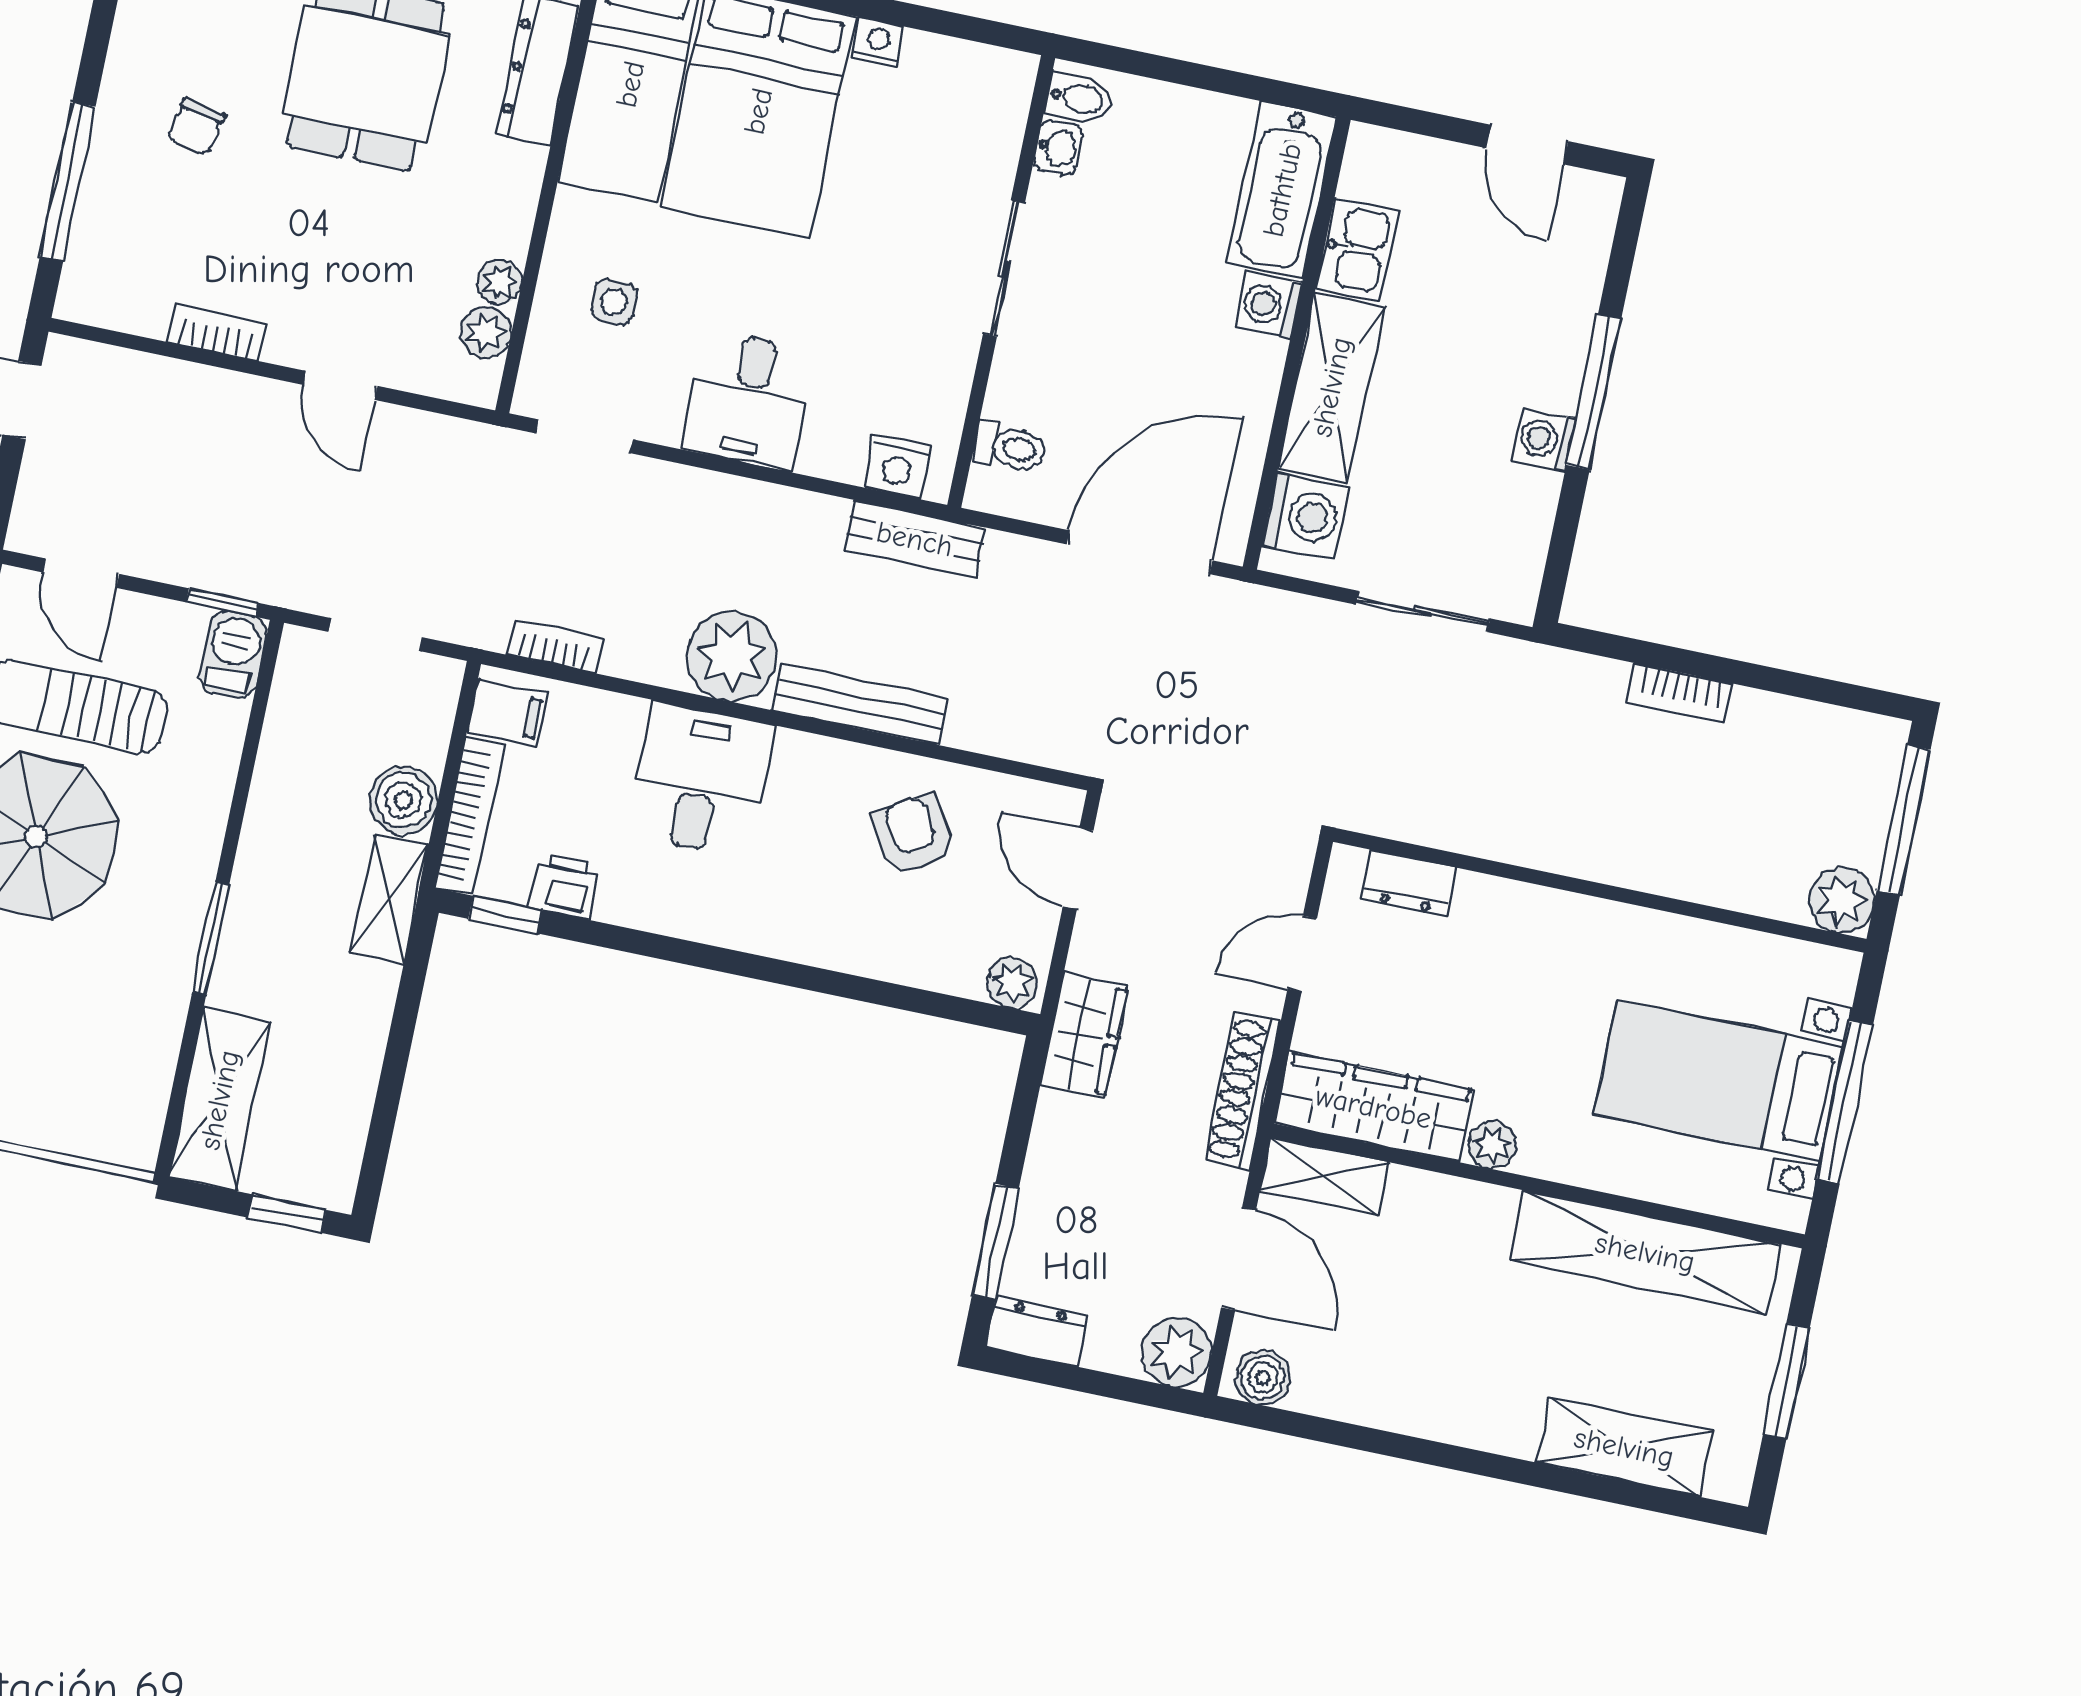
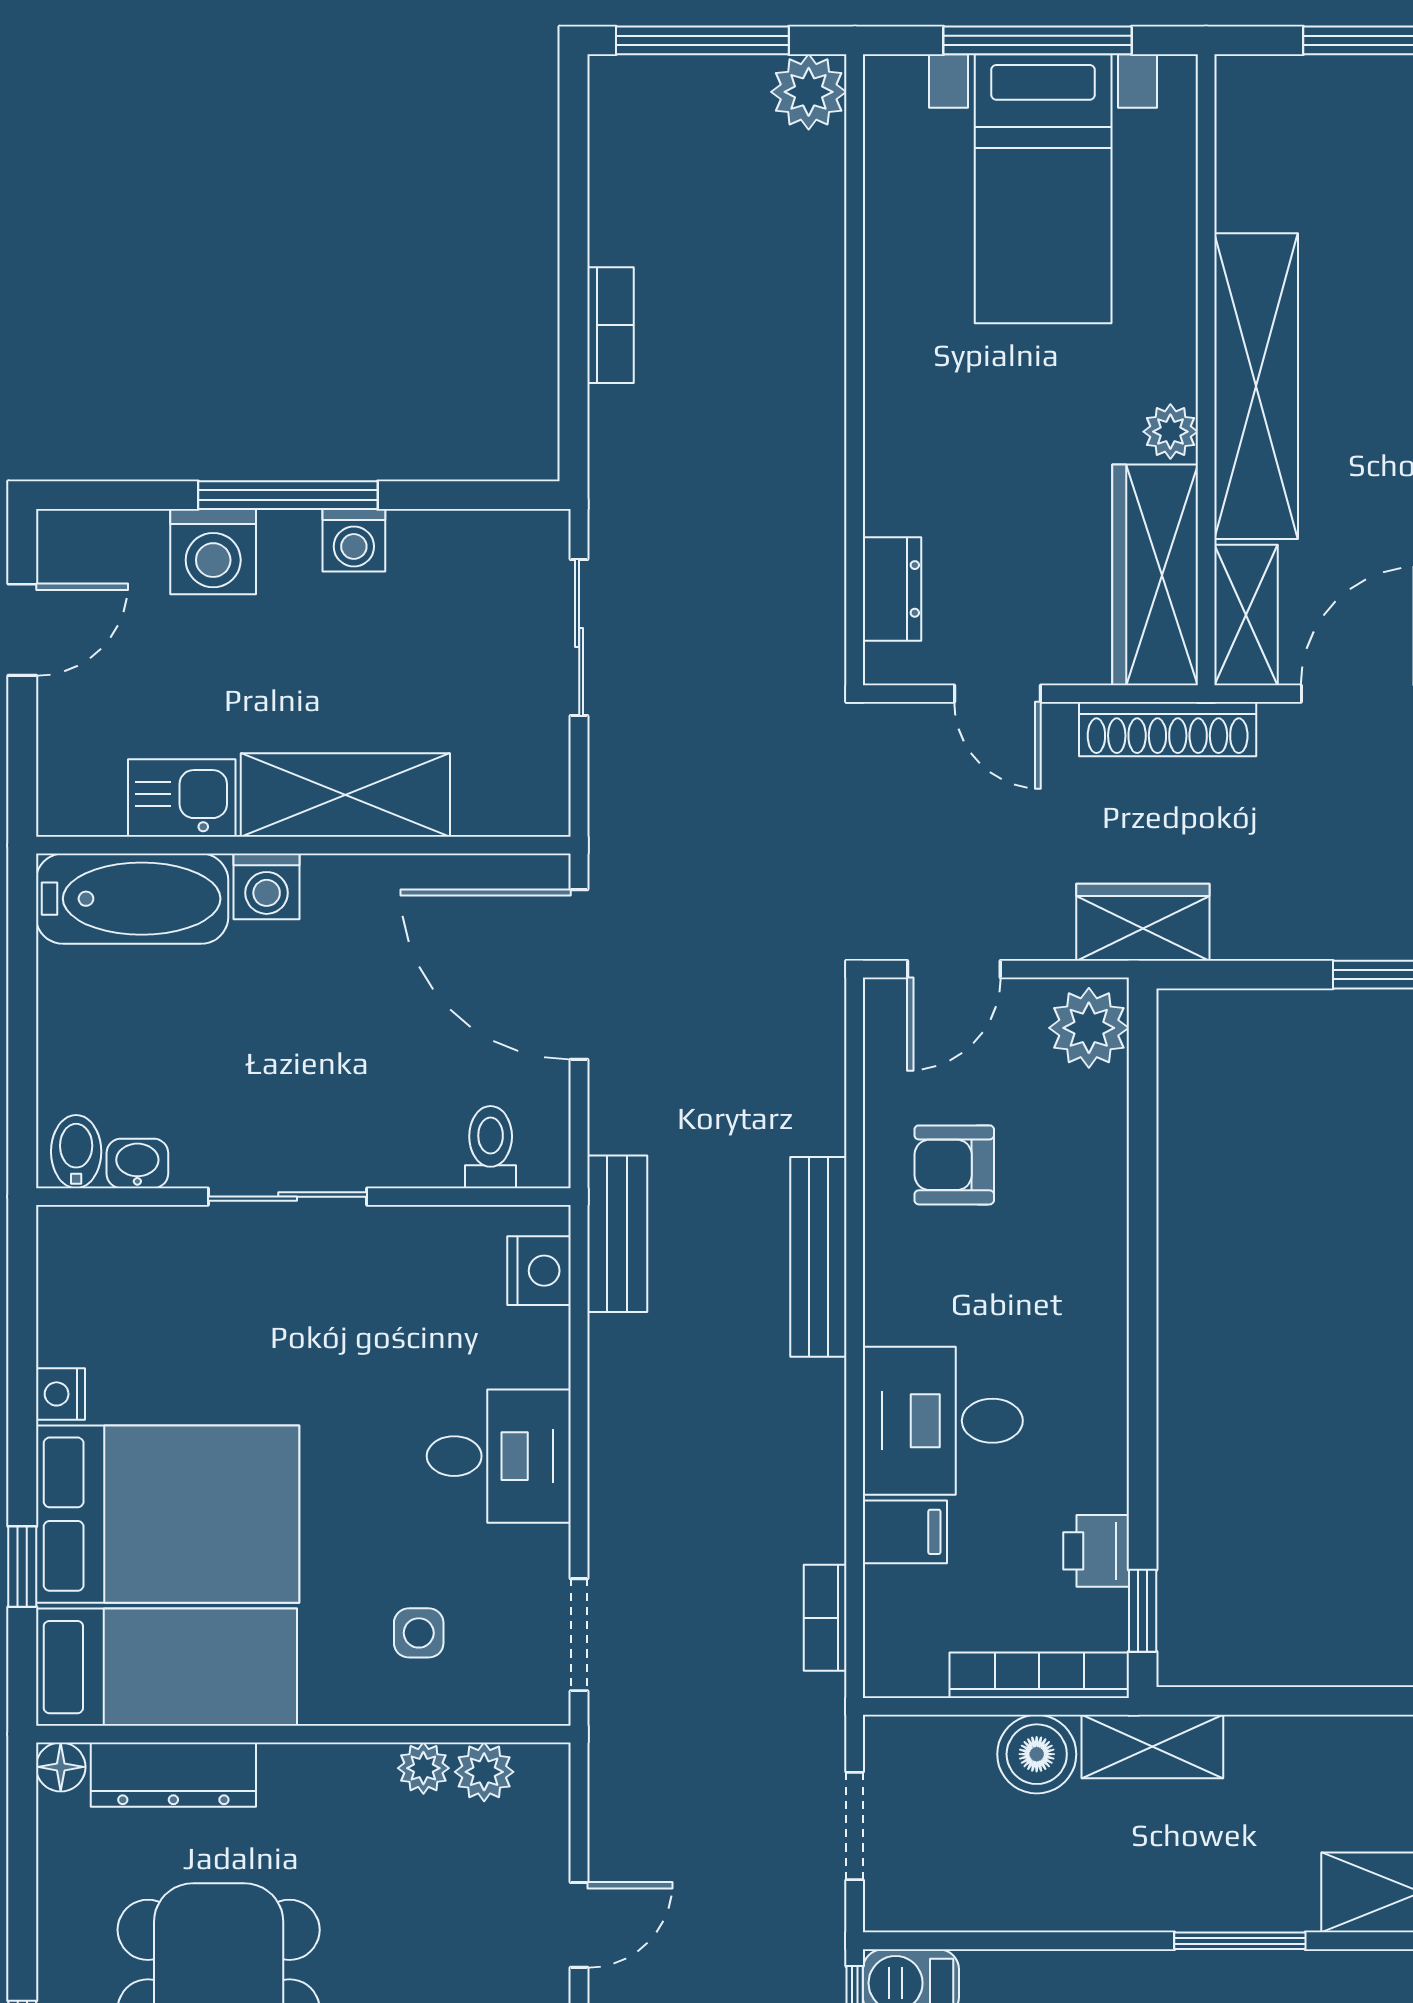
washing machine: (1305, 516) -> (213, 552), moved, turned 180
plant: (732, 656) -> (794, 1414), removed
filing cabinet: (508, 713) -> (905, 1532), moved, turned 90
armchair: (913, 834) -> (954, 1165), turned 32
plant: (1012, 983) -> (1089, 1028), width x1.38, depth x1.38
shelving: (1645, 1252) -> (1256, 386), moved

